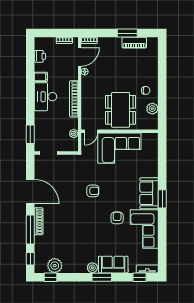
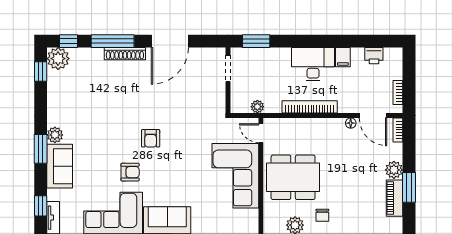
plant: (116, 43) -> (394, 170), added
armchair: (93, 191) -> (151, 138), moved
plant: (55, 266) -> (58, 59), moved

